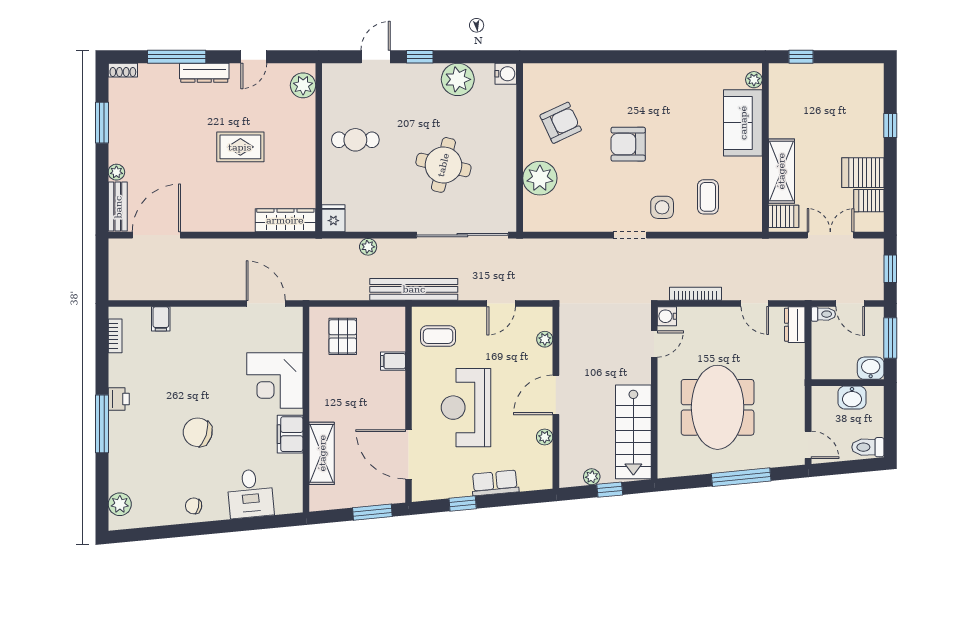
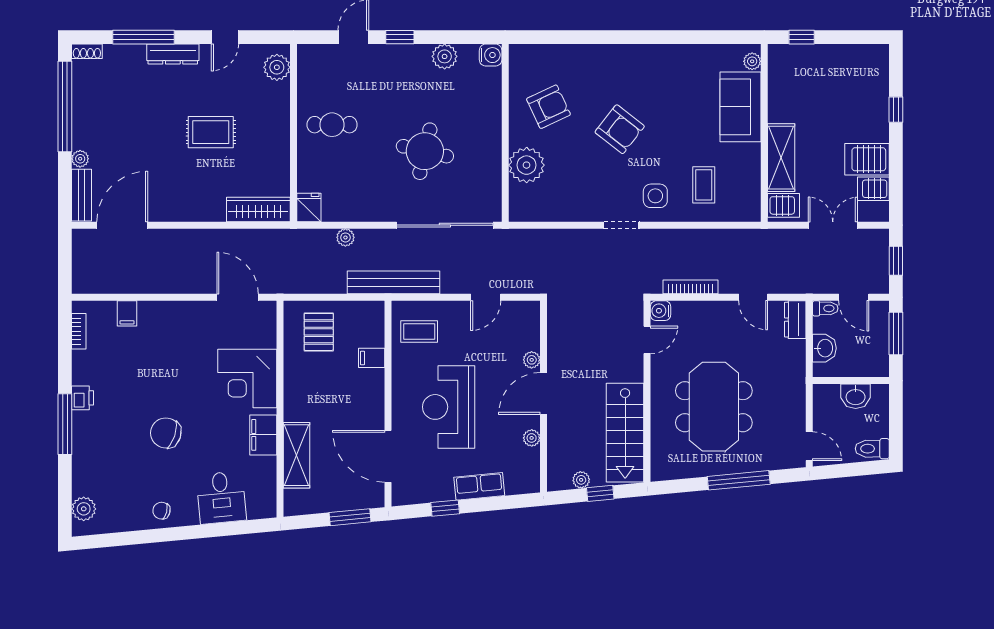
plant: (458, 79) -> (445, 56), width x0.73, depth x0.73
window: (102, 123) -> (65, 107), width x2.11
armchair: (628, 144) -> (620, 129), turned -142
plant: (545, 339) -> (532, 360), moved
washbasin: (871, 368) -> (824, 348), moved, turned 90

